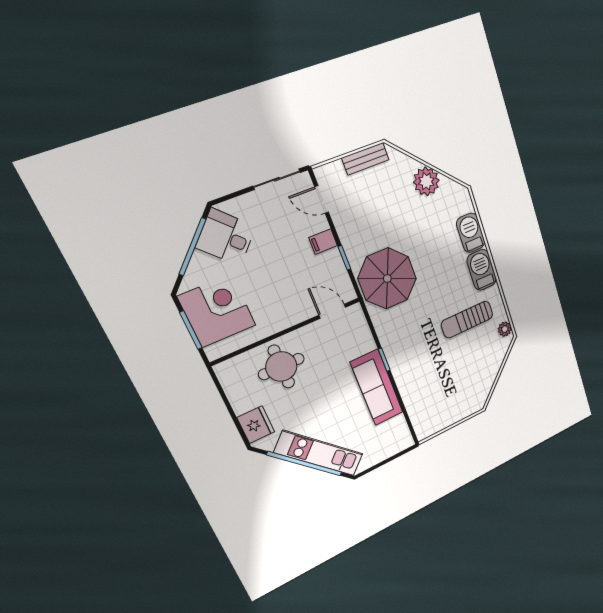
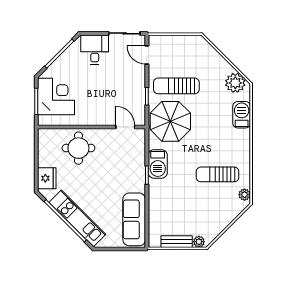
bench: (365, 159) -> (177, 242), moved
plant: (426, 181) -> (235, 83), moved
sun lounger: (377, 228) -> (176, 86), added
desk: (226, 237) -> (95, 50), moved, turned 45
filing cabinet: (323, 242) -> (137, 81), removed
barbecue: (482, 270) -> (158, 164), moved, turned 180
sofa: (377, 387) -> (134, 219), moved
plant: (473, 407) -> (199, 242), added

